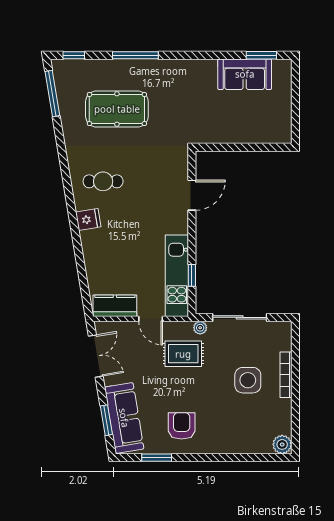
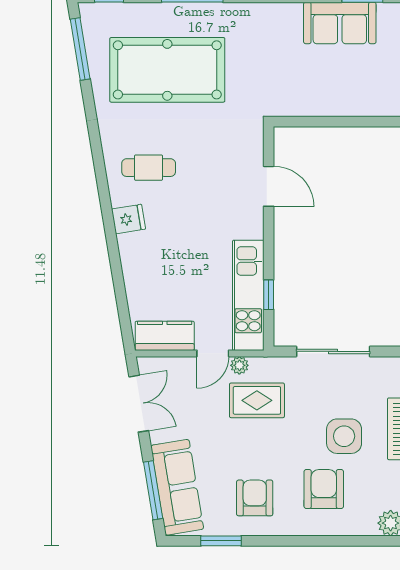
pool table: (117, 109) -> (167, 70), width x1.36, depth x1.32
door: (192, 195) -> (269, 186), hinge flipped
door: (151, 319) -> (213, 353), hinge flipped
plant: (200, 328) -> (239, 365), moved
armchair: (233, 419) -> (324, 489), added
window: (106, 420) -> (153, 490), width x1.44

